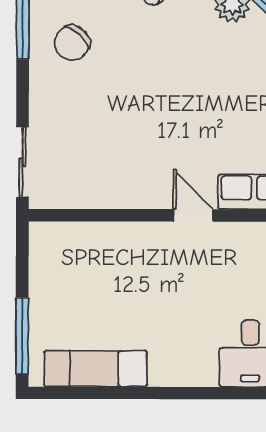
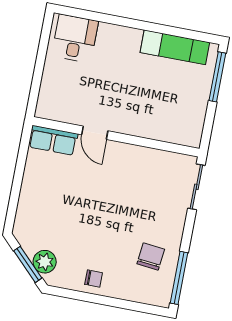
chair: (72, 43) -> (151, 257), turned -36

